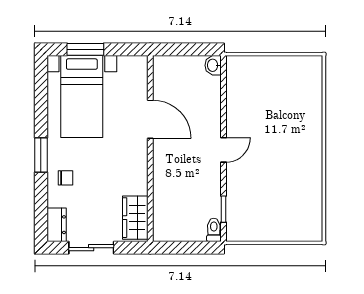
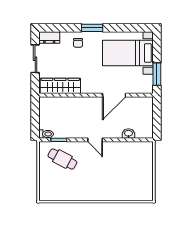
window: (85, 49) -> (157, 74), moved
washbasin: (213, 65) -> (128, 134), moved
cafe table: (254, 203) -> (62, 159), added
wardrobe: (135, 218) -> (60, 86), width x1.50

